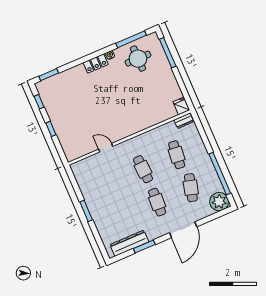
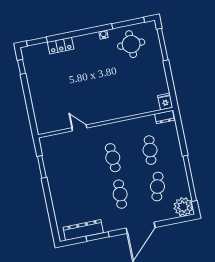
locker: (96, 63) -> (61, 46), moved
window: (51, 129) -> (28, 97), removed
window: (86, 211) -> (42, 167), moved

